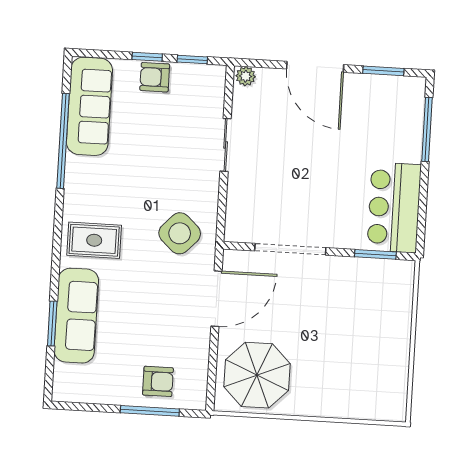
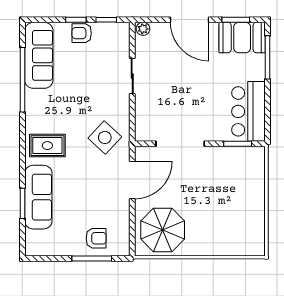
booth: (391, 98) -> (242, 37), added

